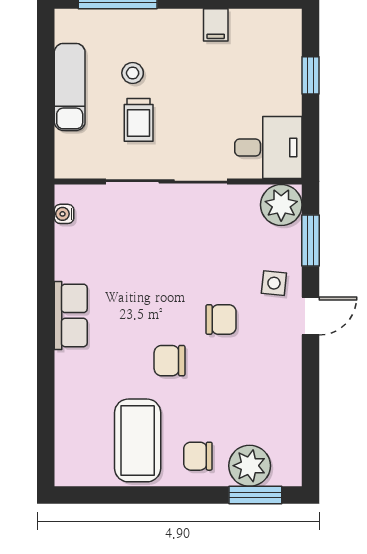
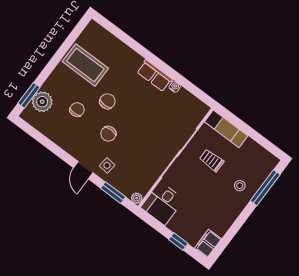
filing cabinet: (216, 25) -> (208, 243), moved, width x2.00
stool: (133, 73) -> (240, 186), moved
exam couch: (70, 87) -> (226, 129), moved
plant: (281, 205) -> (137, 198), width x0.53, depth x0.53
water cooler: (64, 214) -> (175, 87), moved
chair: (198, 456) -> (77, 110), moved

